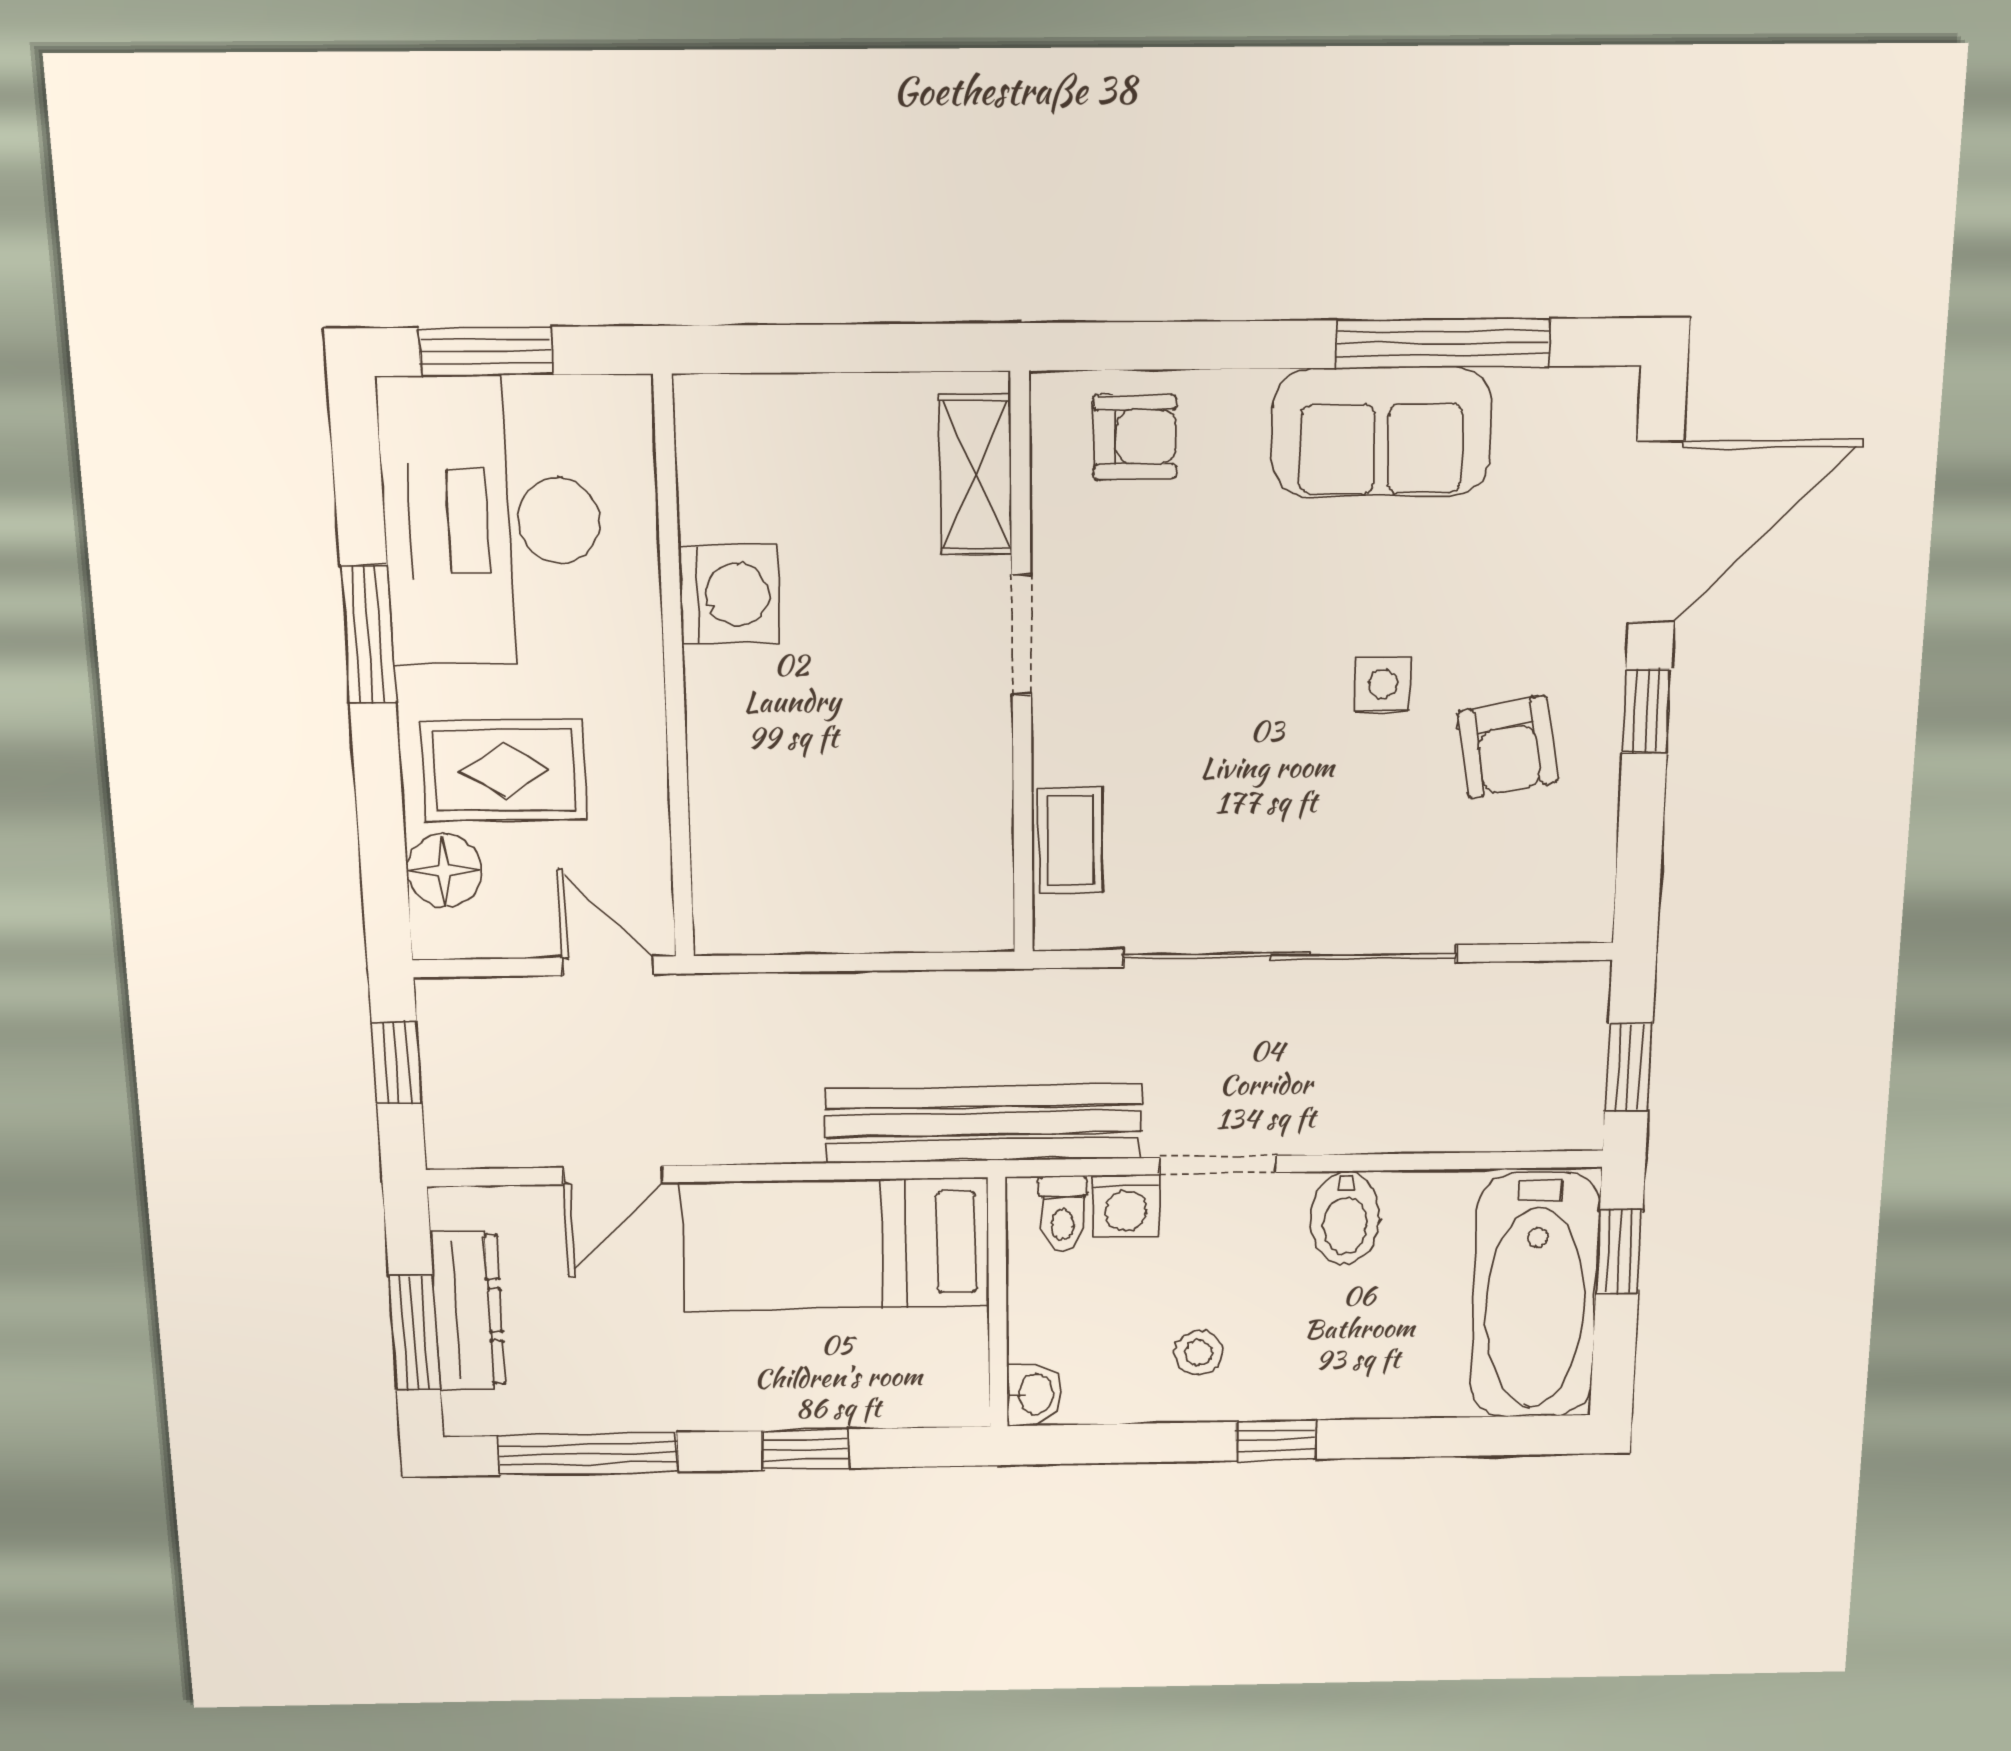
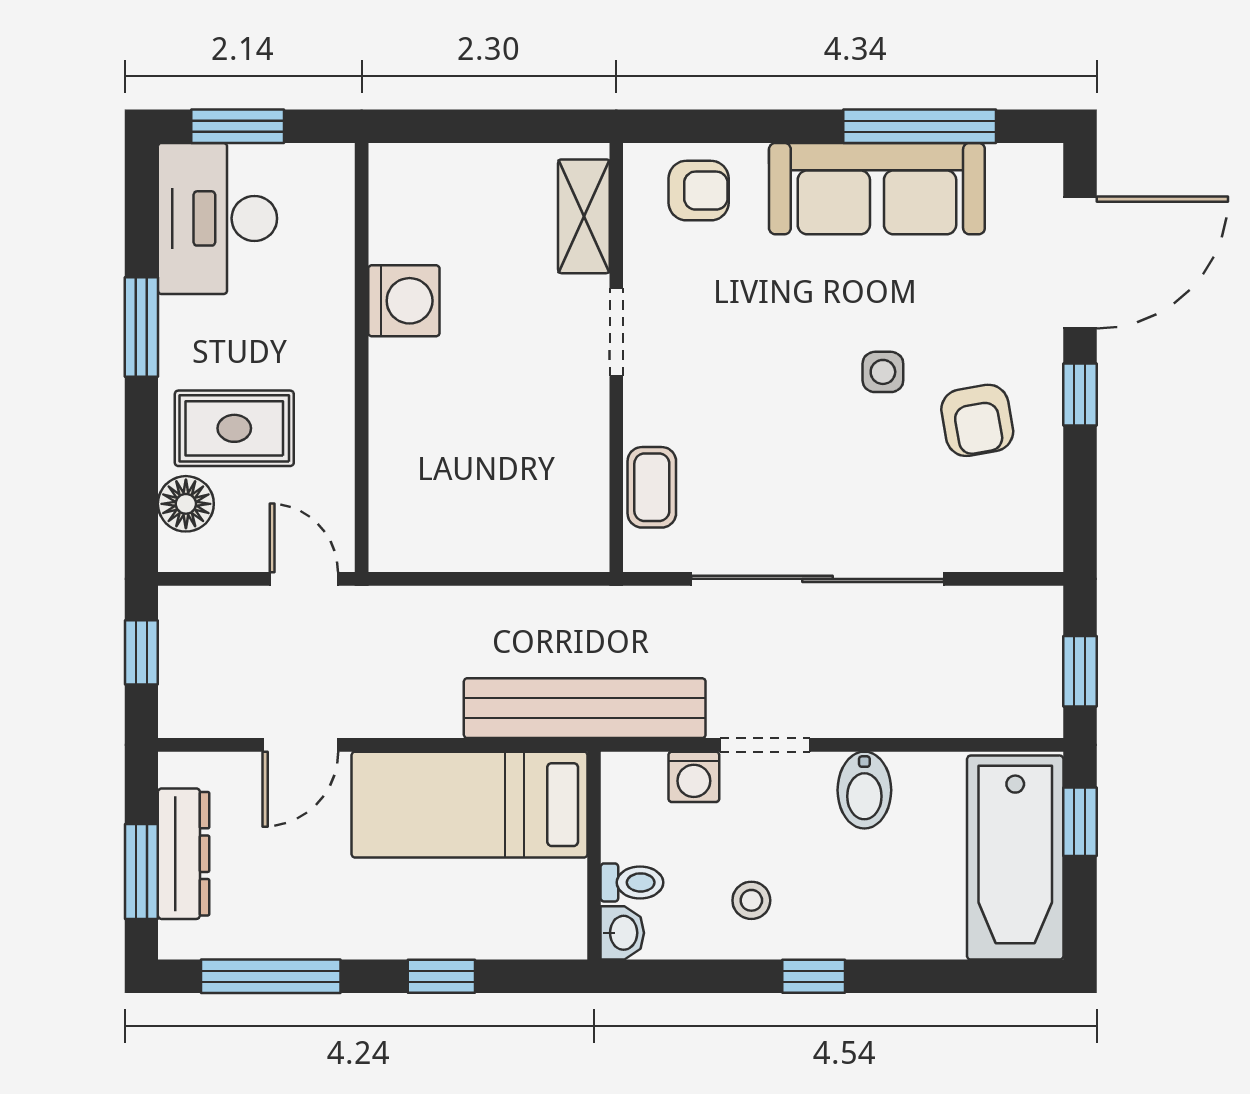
sofa: (1382, 432) -> (877, 189), width x1.36
desk: (492, 521) -> (217, 218), width x0.73, depth x0.77
toilet: (1063, 1214) -> (632, 882), moved, turned -90

